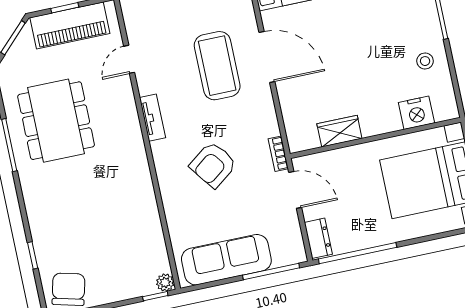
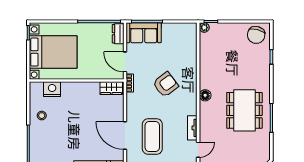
tv unit: (153, 118) -> (192, 128), moved
dining table: (56, 121) -> (244, 110), moved
wardrobe: (339, 131) -> (111, 88), moved
floor lamp: (138, 160) -> (205, 95), added
sofa: (226, 260) -> (144, 33), moved, width x0.73

